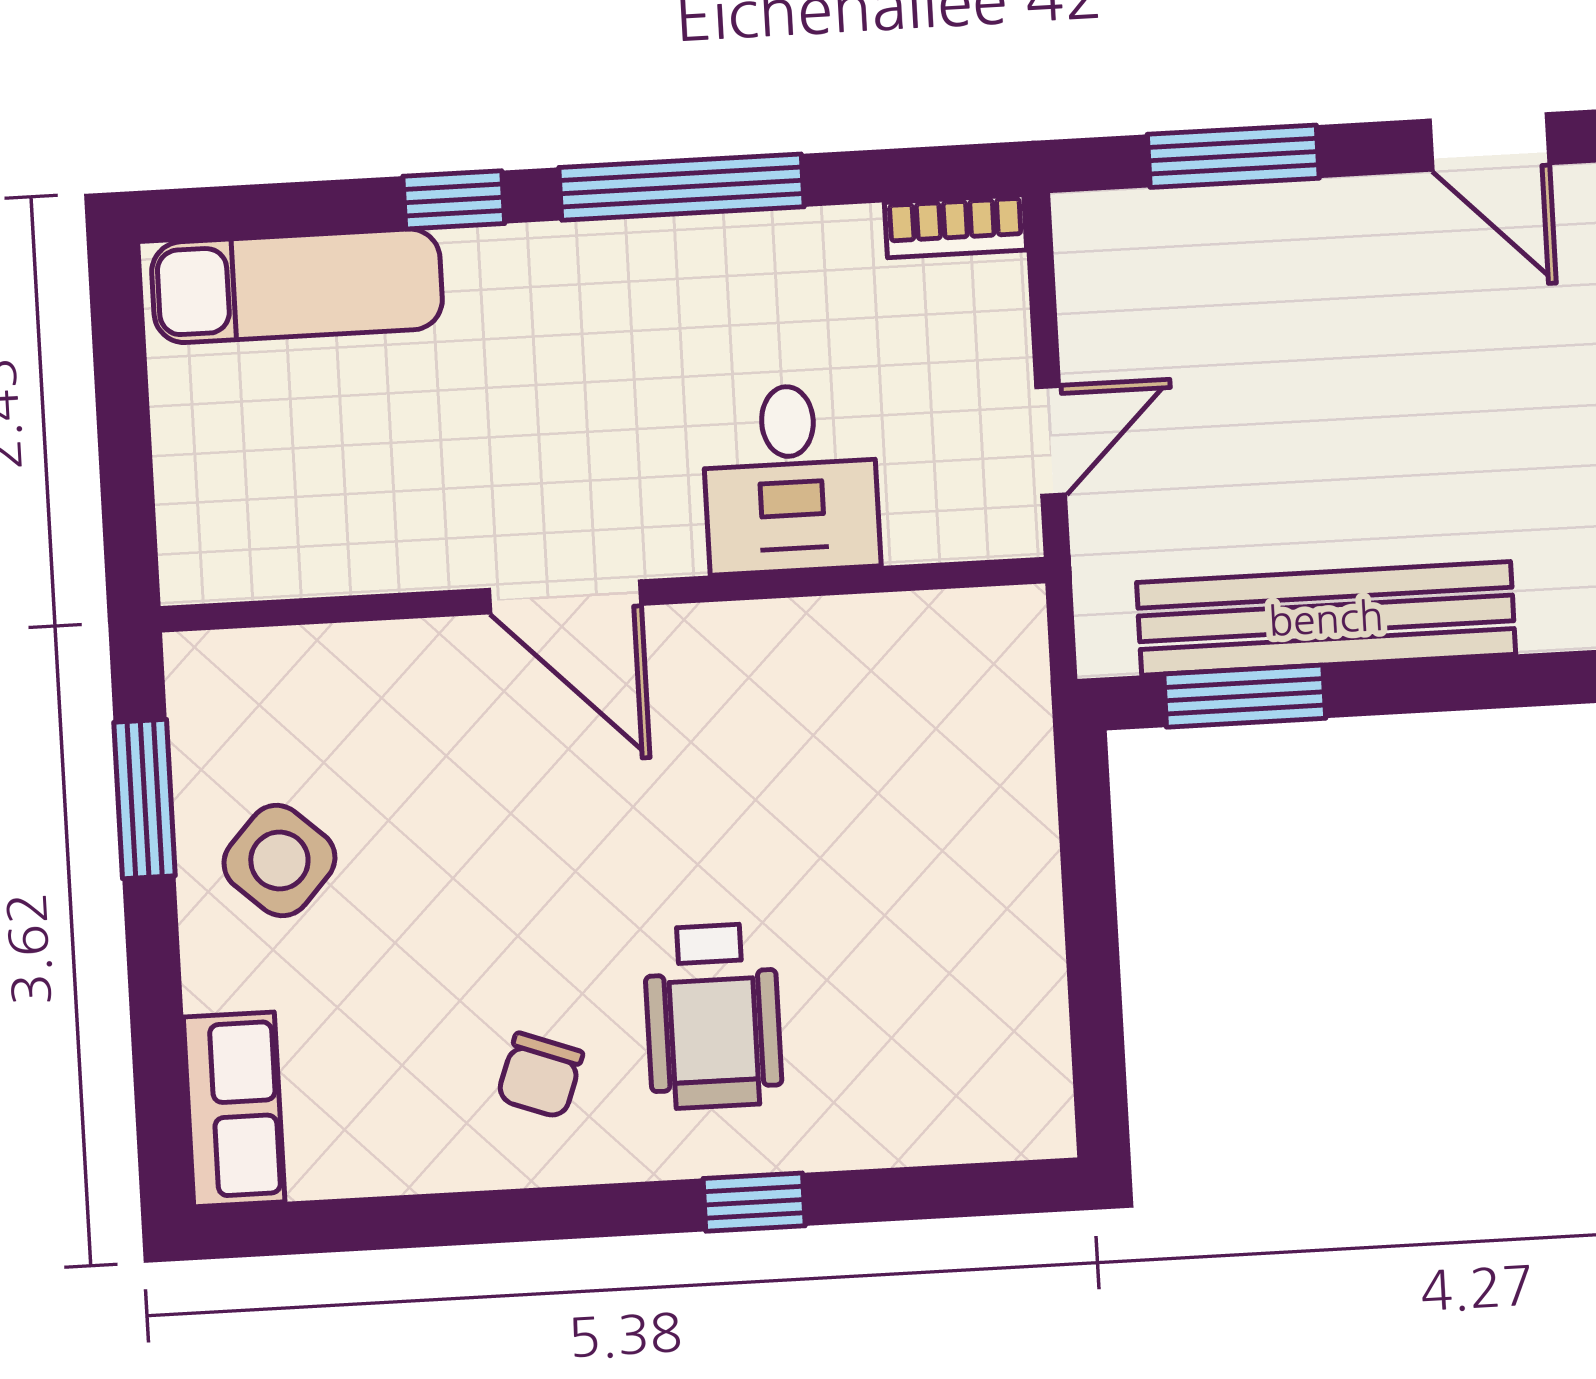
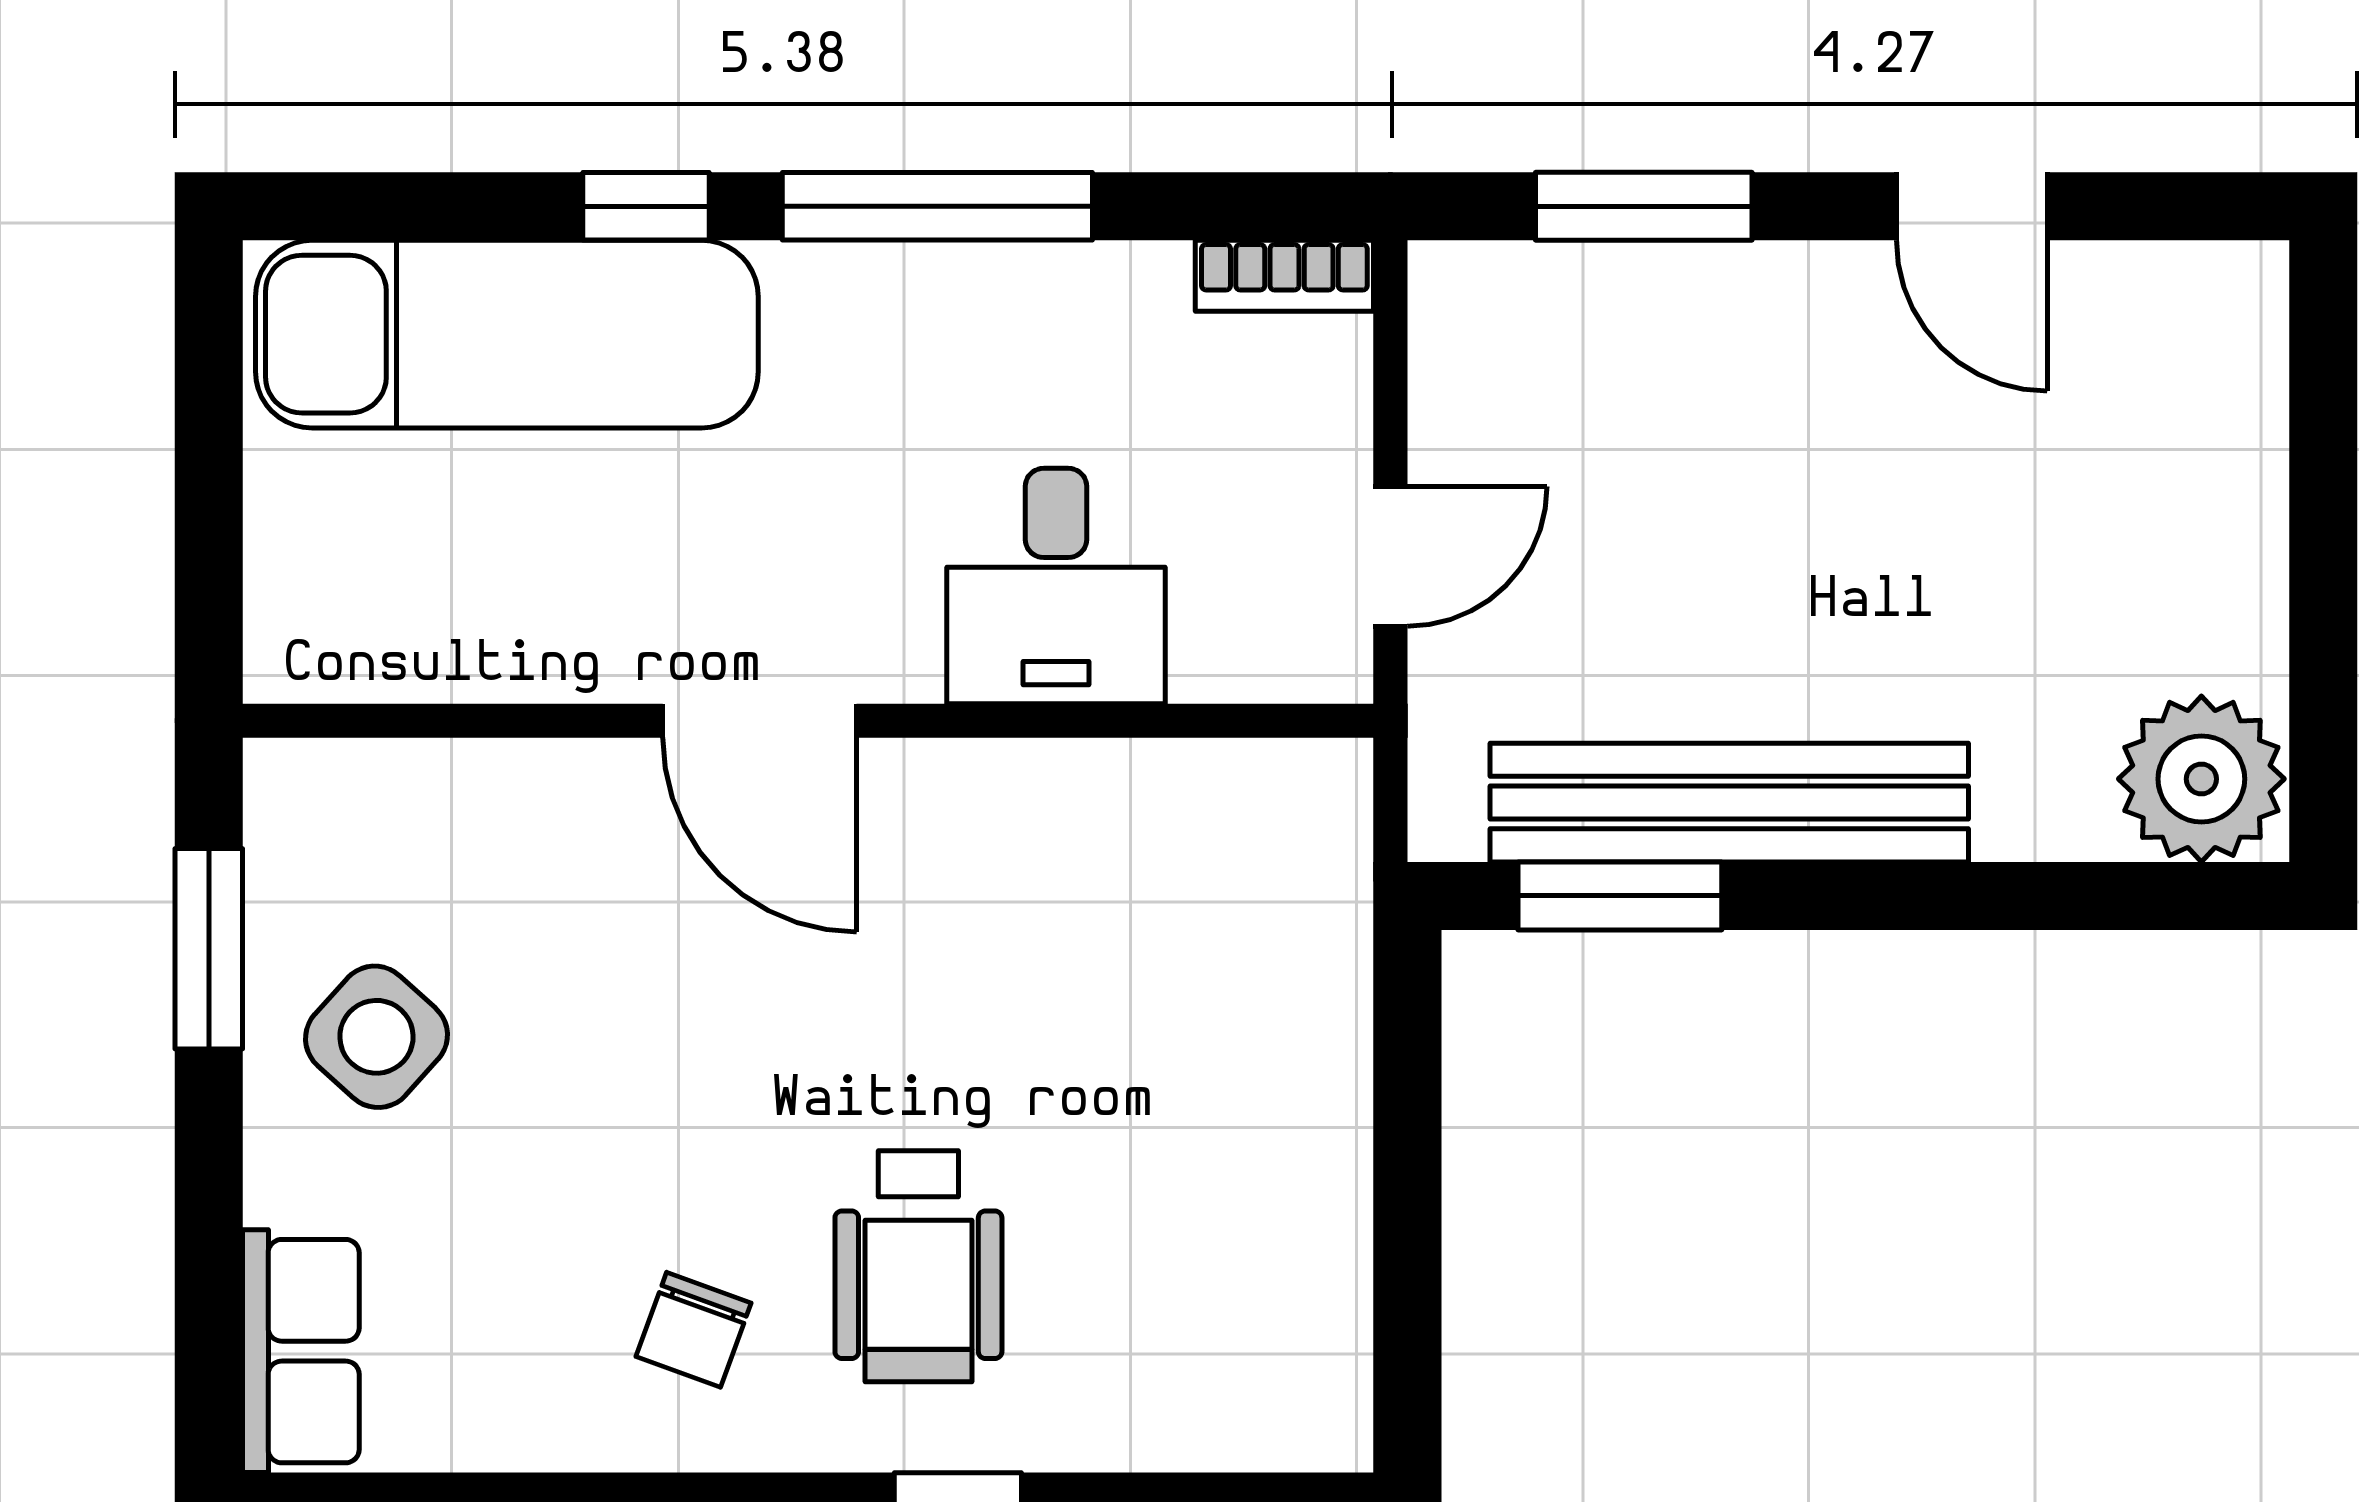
exam couch: (297, 286) -> (507, 334), width x1.36, depth x1.45

